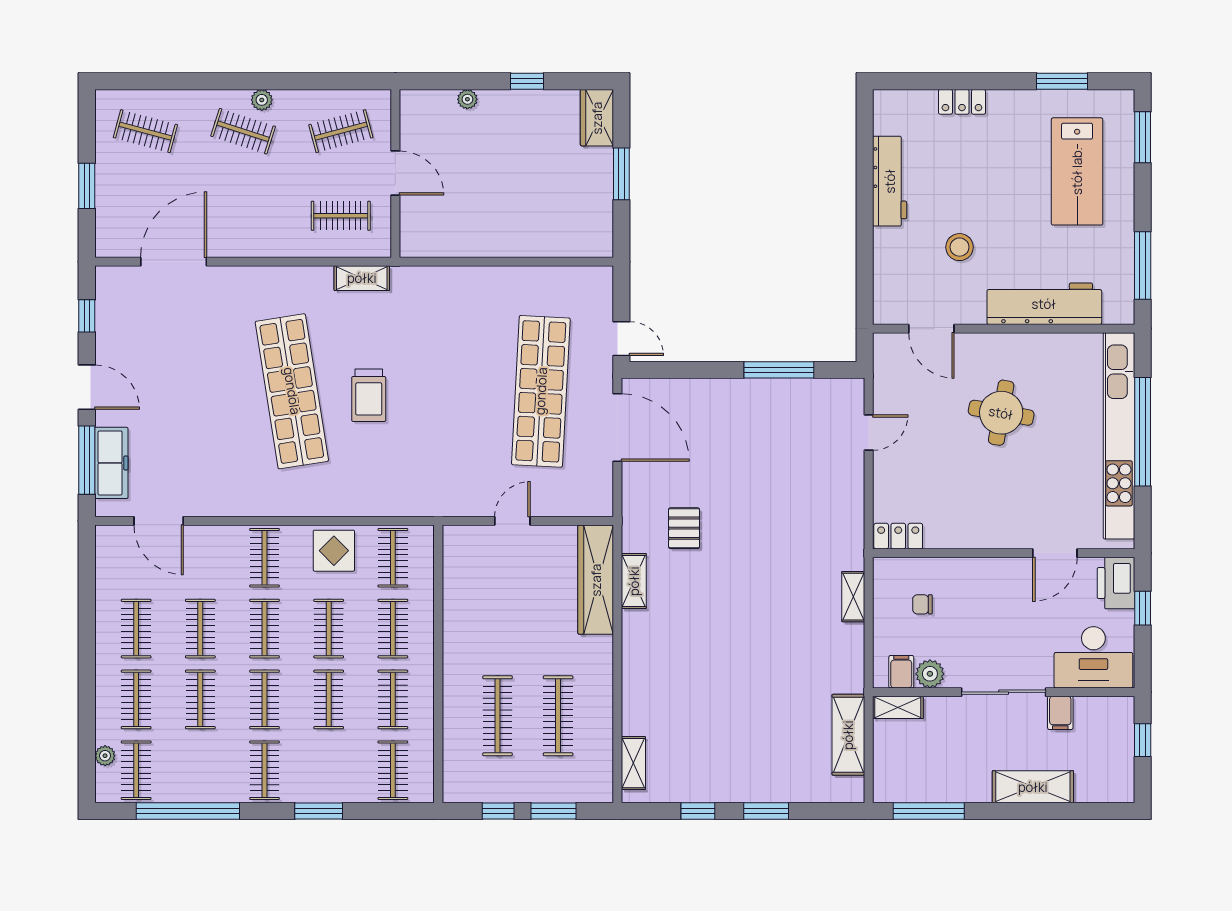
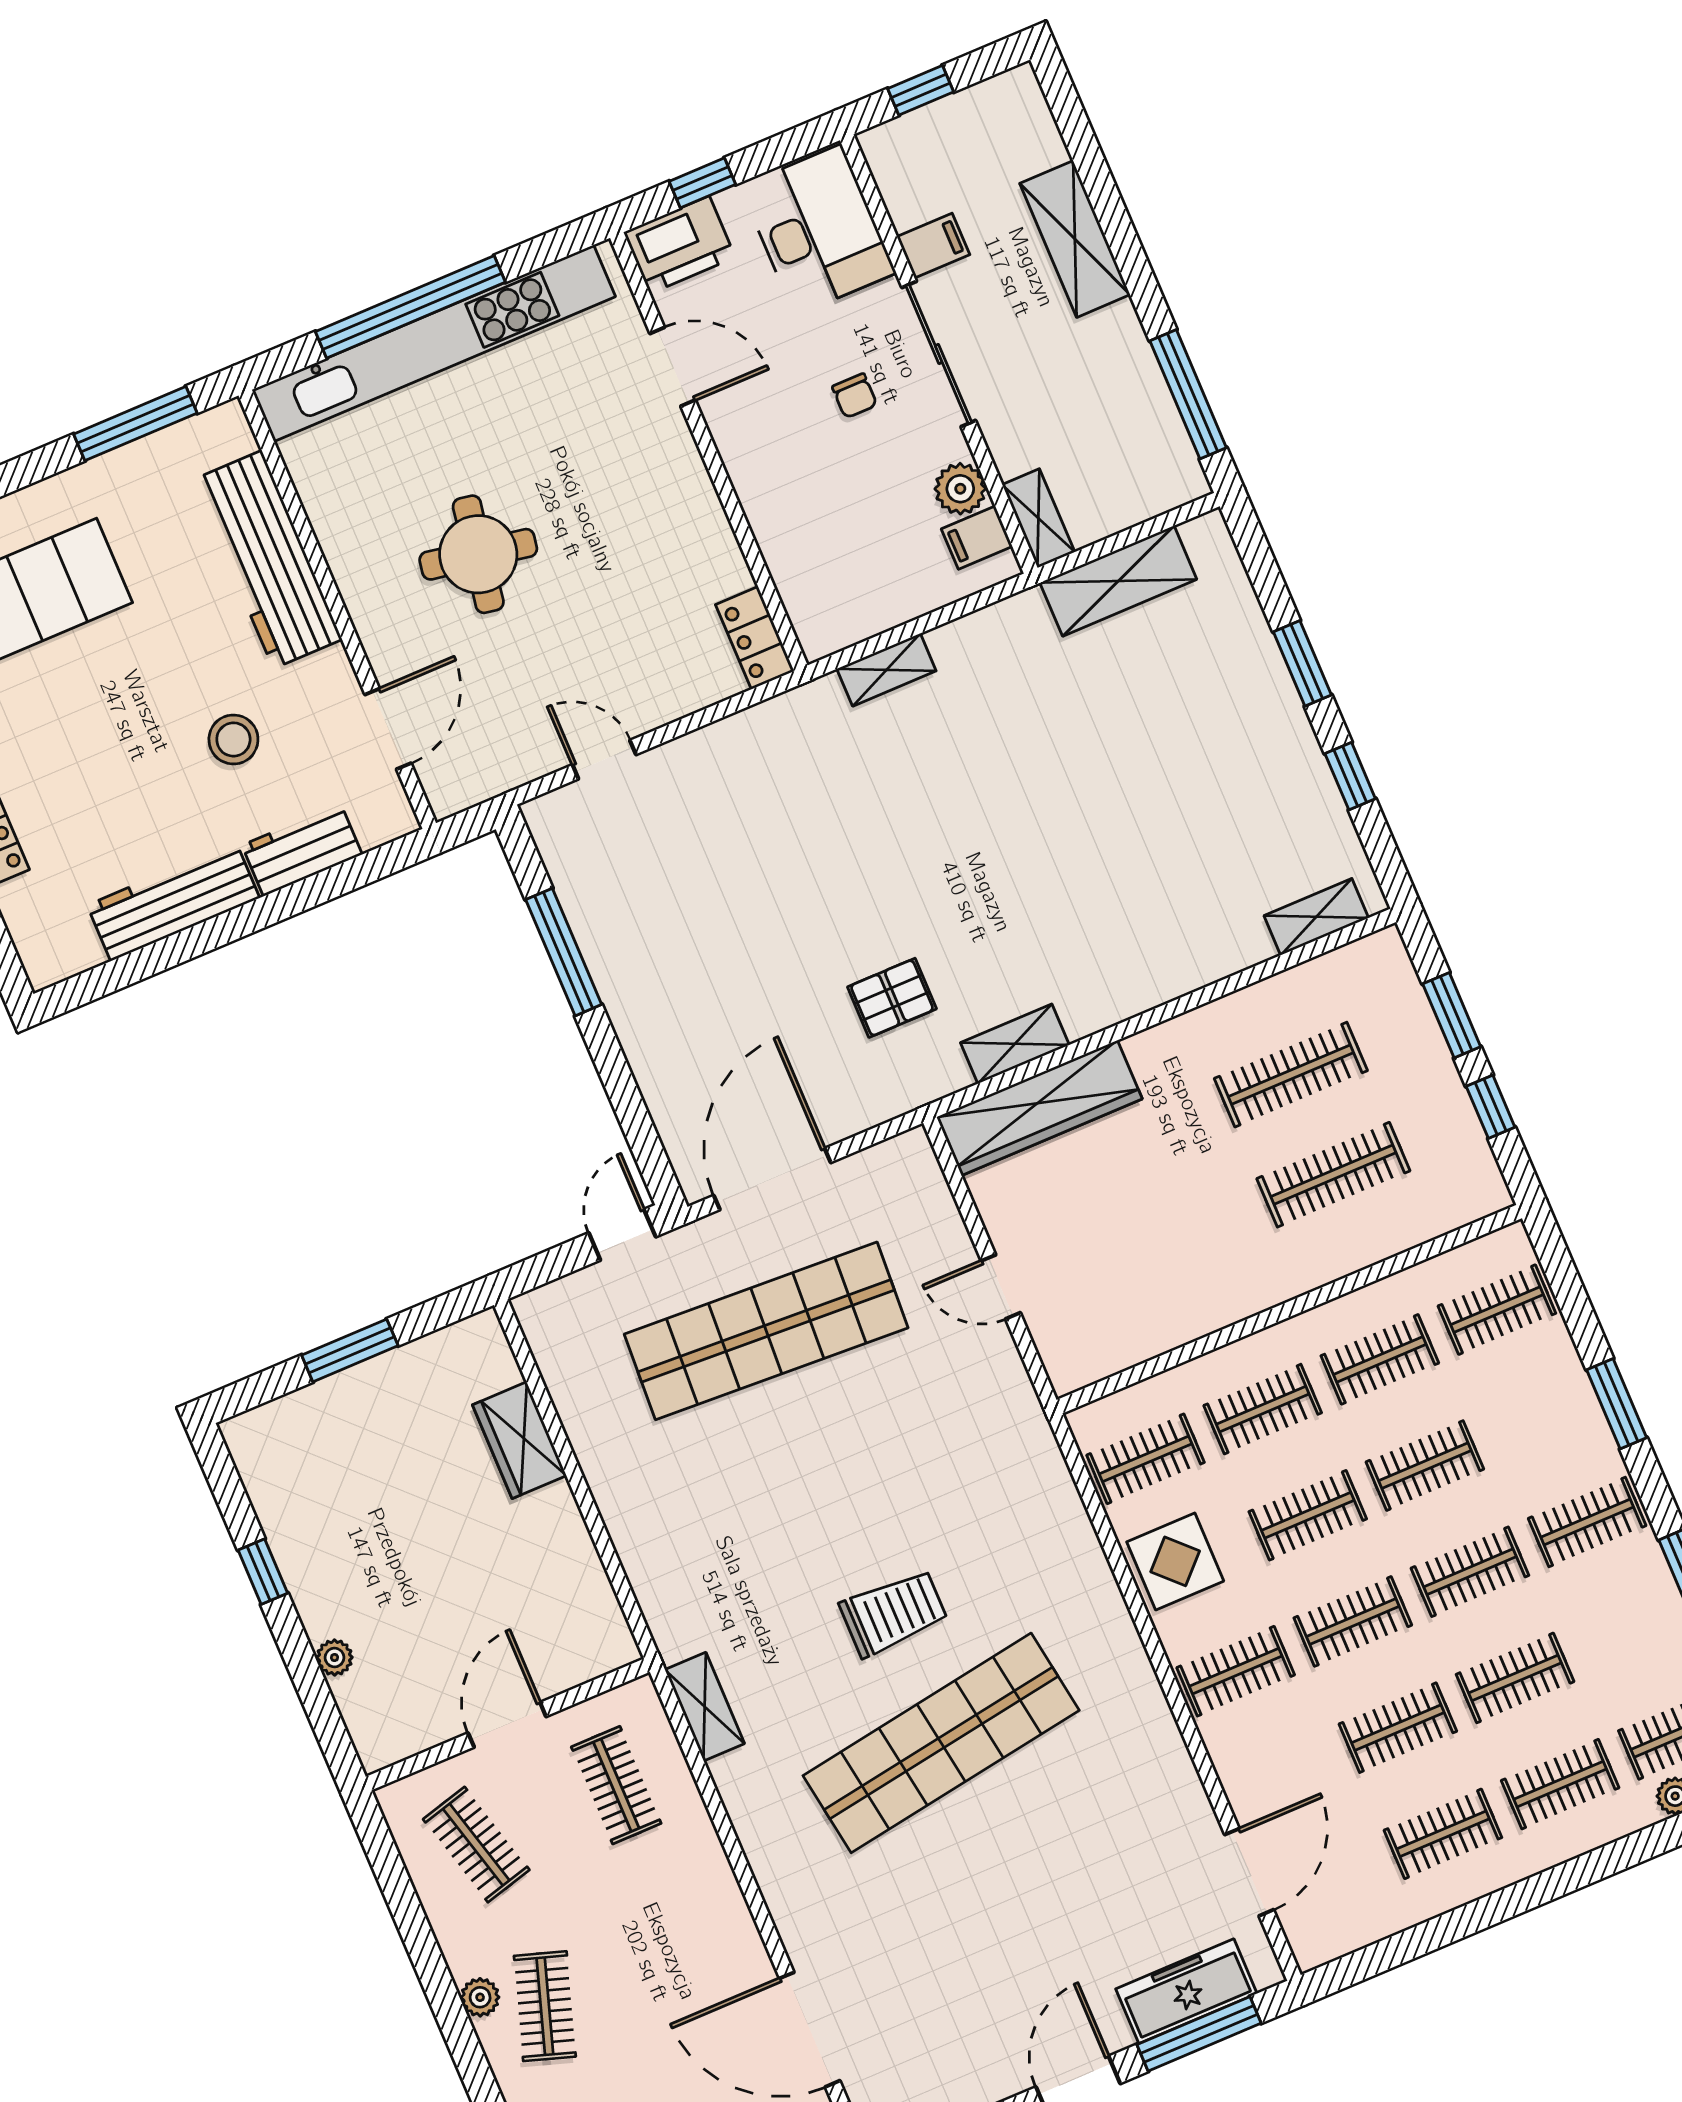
wardrobe: (597, 118) -> (519, 1440), moved, turned 90
workbench: (888, 258) -> (302, 850), added
chair: (922, 604) -> (855, 396), moved

